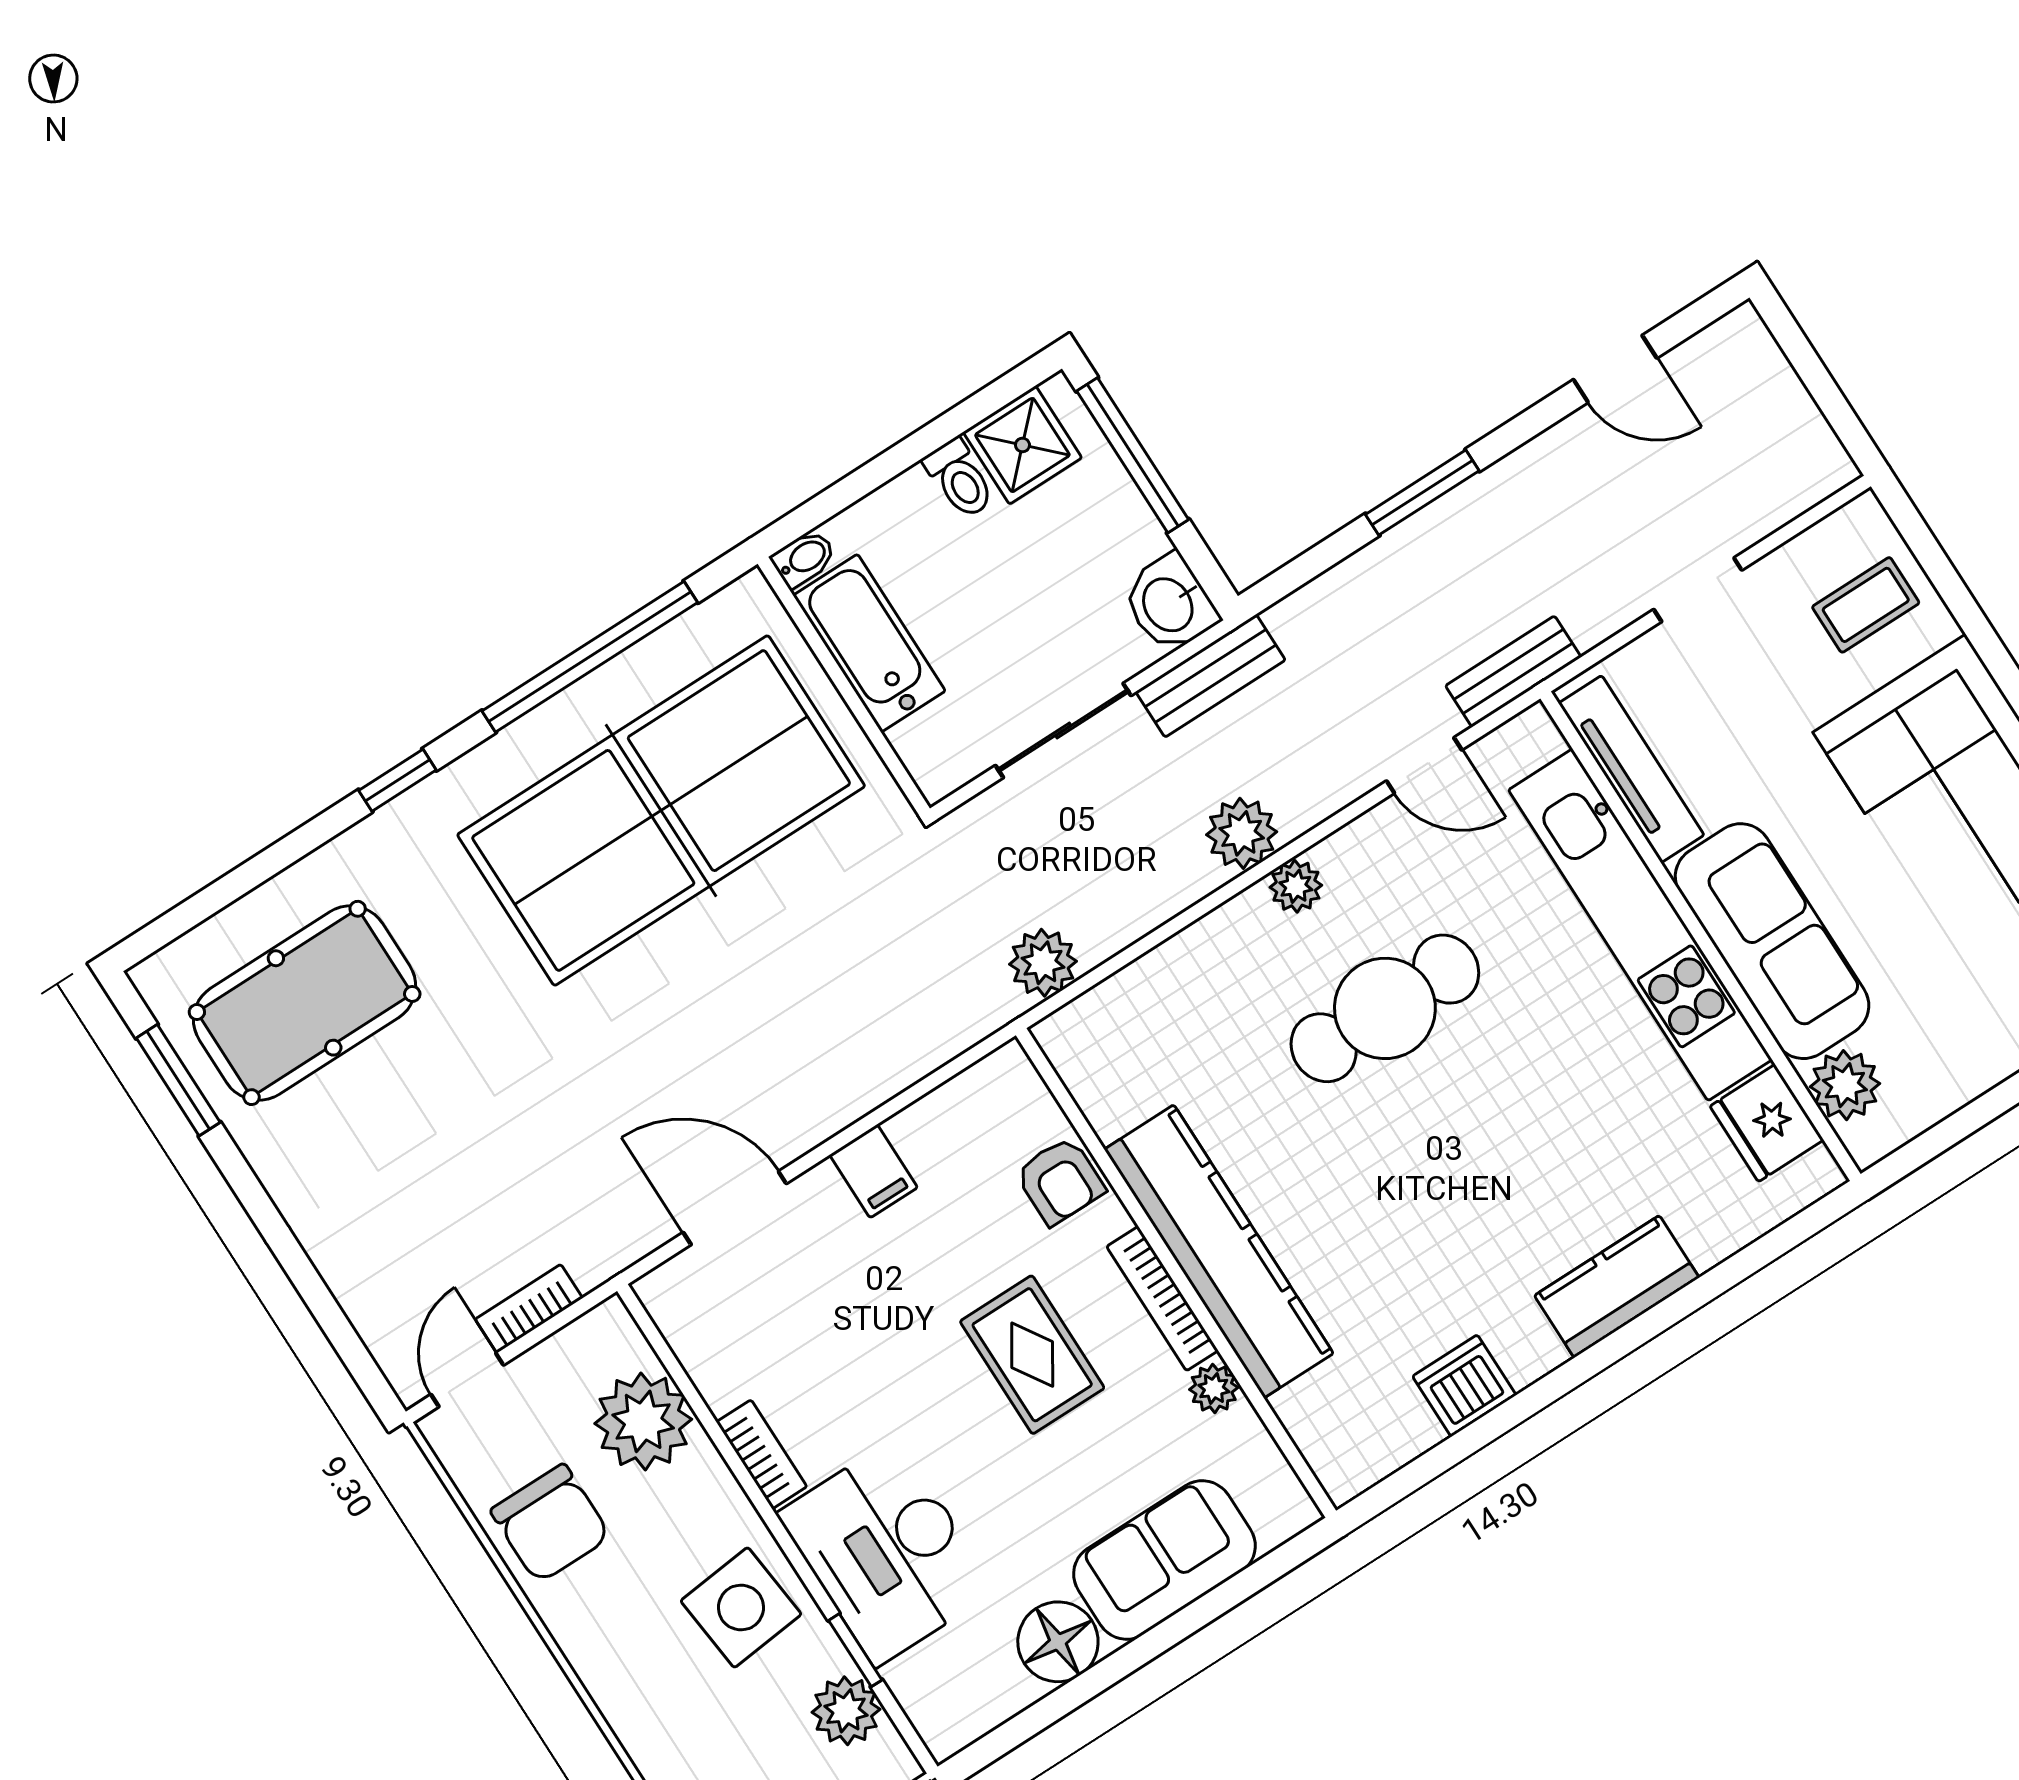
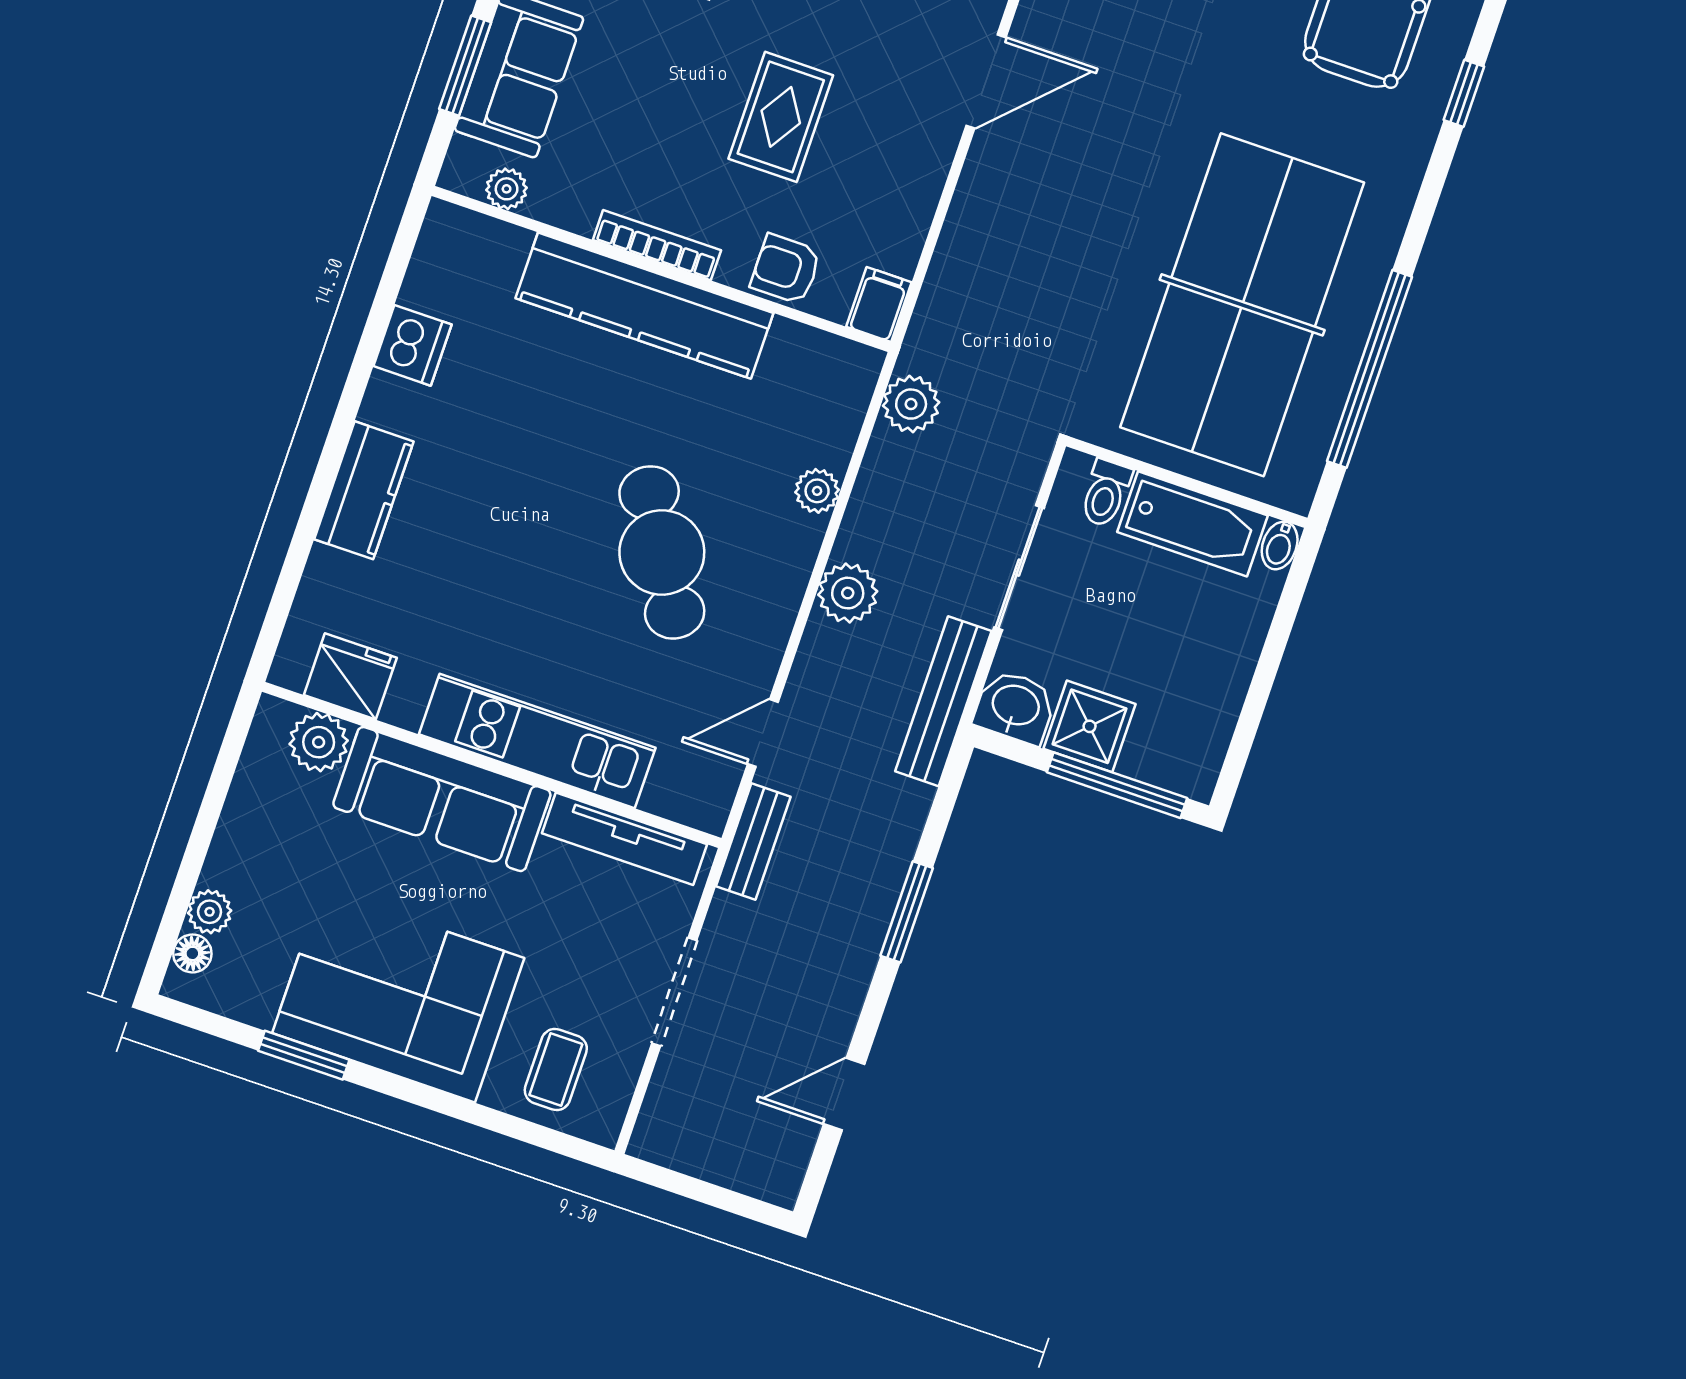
shower: (1022, 445) -> (1090, 726), moved
toilet: (960, 479) -> (1106, 493), moved, turned -90
doorway: (1698, 590) -> (674, 992), width x1.38
bench: (1211, 676) -> (943, 701), width x1.36
window: (397, 780) -> (1464, 93), moved
plant: (1296, 886) -> (817, 491), moved
kitchen unit: (1640, 925) -> (537, 741), width x0.73
cafe table: (1385, 1008) -> (662, 552), turned -31
filing cabinet: (874, 1171) -> (879, 304), moved, turned 90
rug: (1032, 1355) -> (781, 117), moved, turned 90
plant: (1214, 1389) -> (507, 189), moved
window: (1209, 1607) -> (465, 66), added

